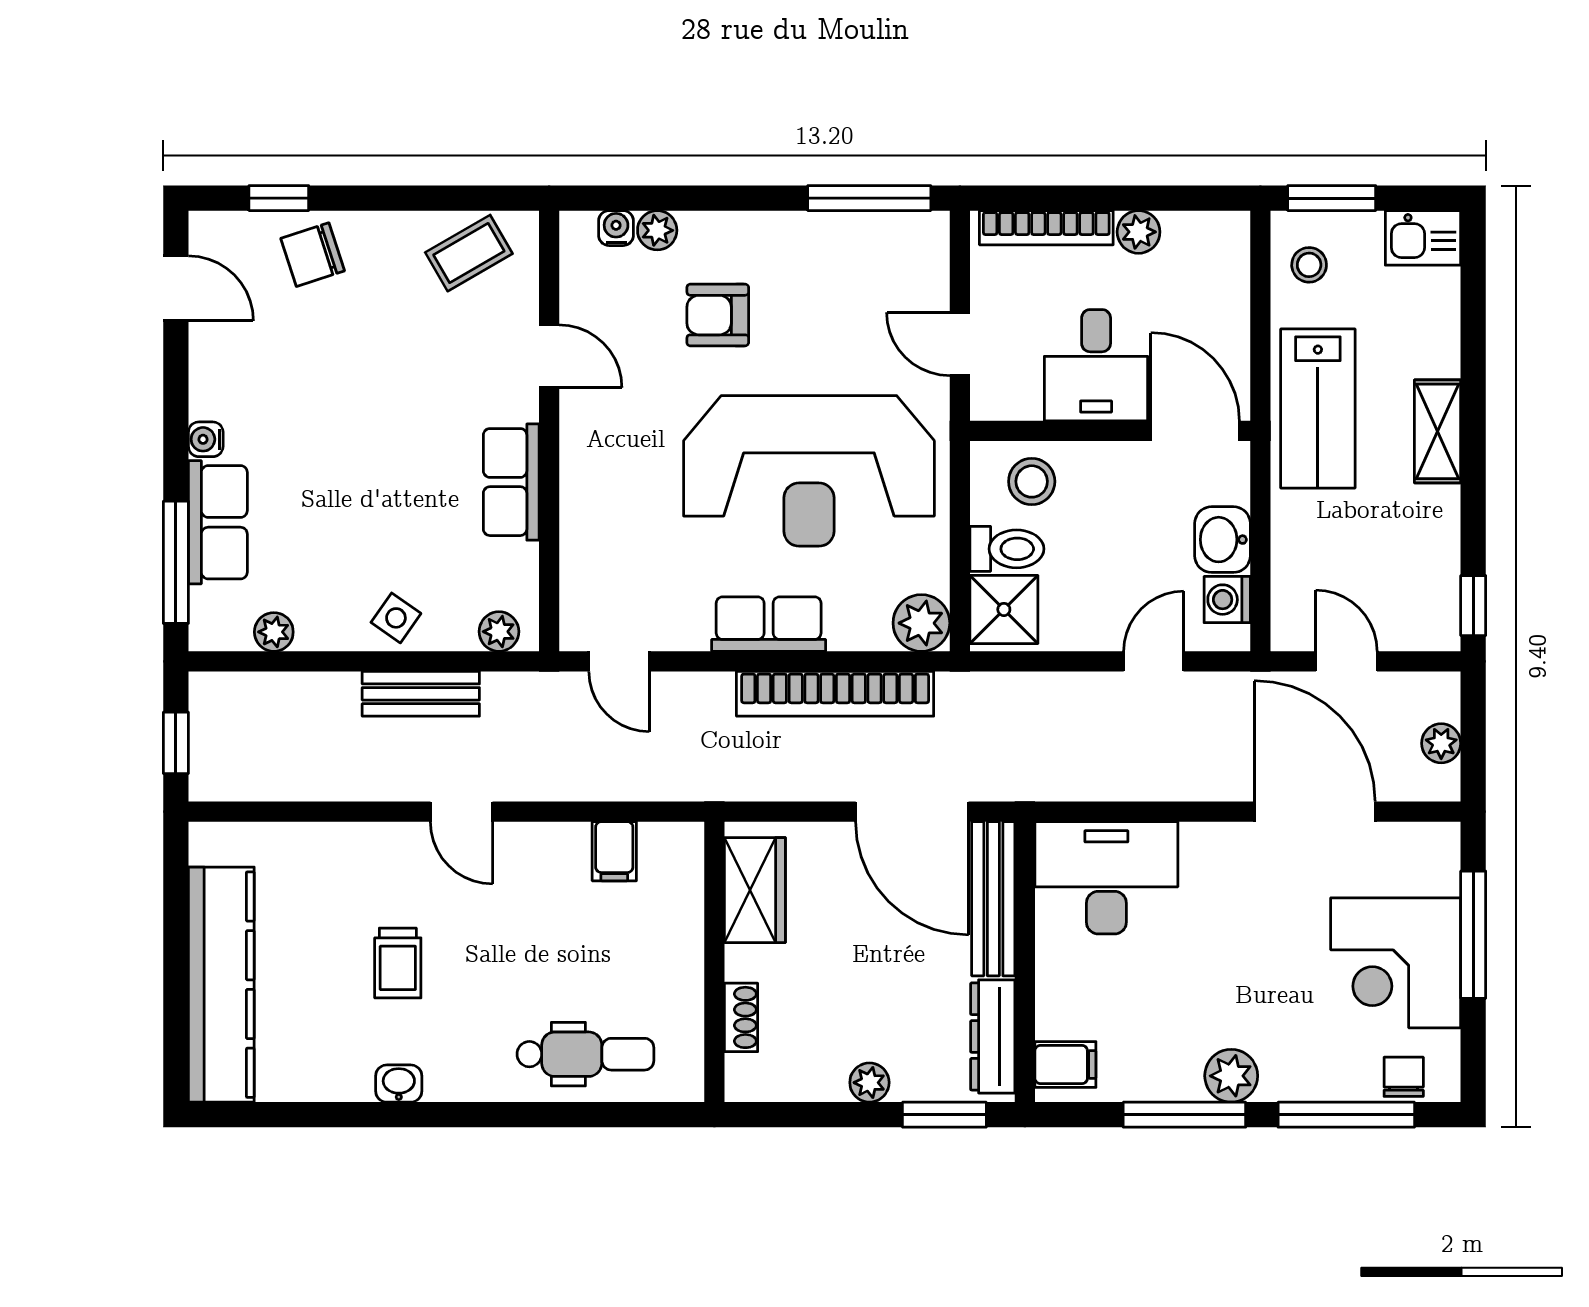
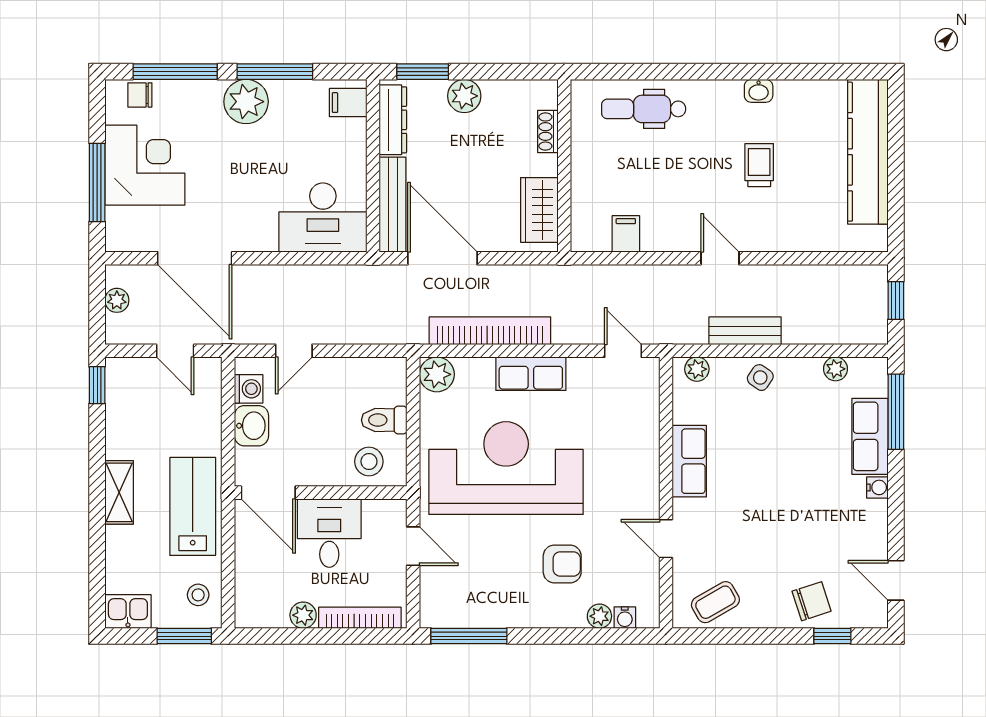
shower: (1004, 609) -> (386, 383), removed
plant: (1231, 1076) -> (246, 102), width x1.36, depth x1.36
chair: (1404, 1077) -> (140, 95), turned 90
plant: (869, 1083) -> (464, 96), width x1.38, depth x1.38

